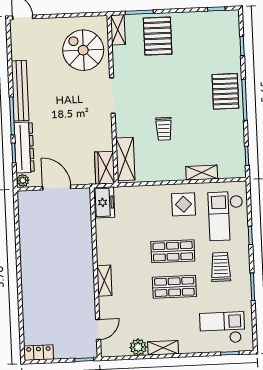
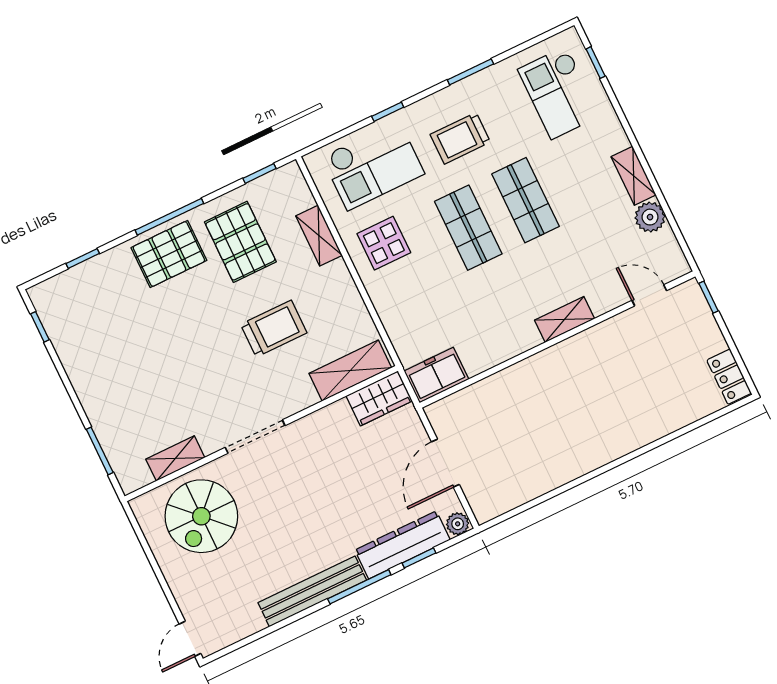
shelving: (118, 30) -> (175, 458), moved
pallet: (158, 36) -> (240, 242), moved, turned 90
trolley: (164, 129) -> (274, 329), width x1.36, depth x1.39

